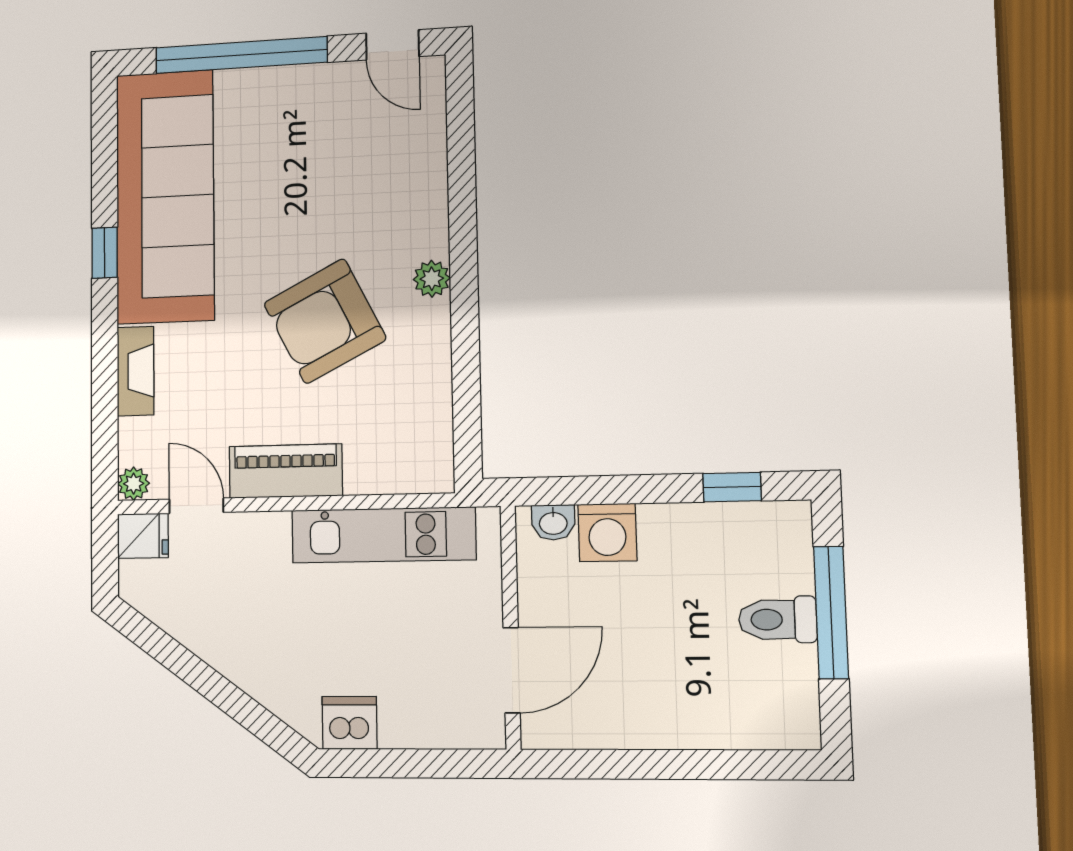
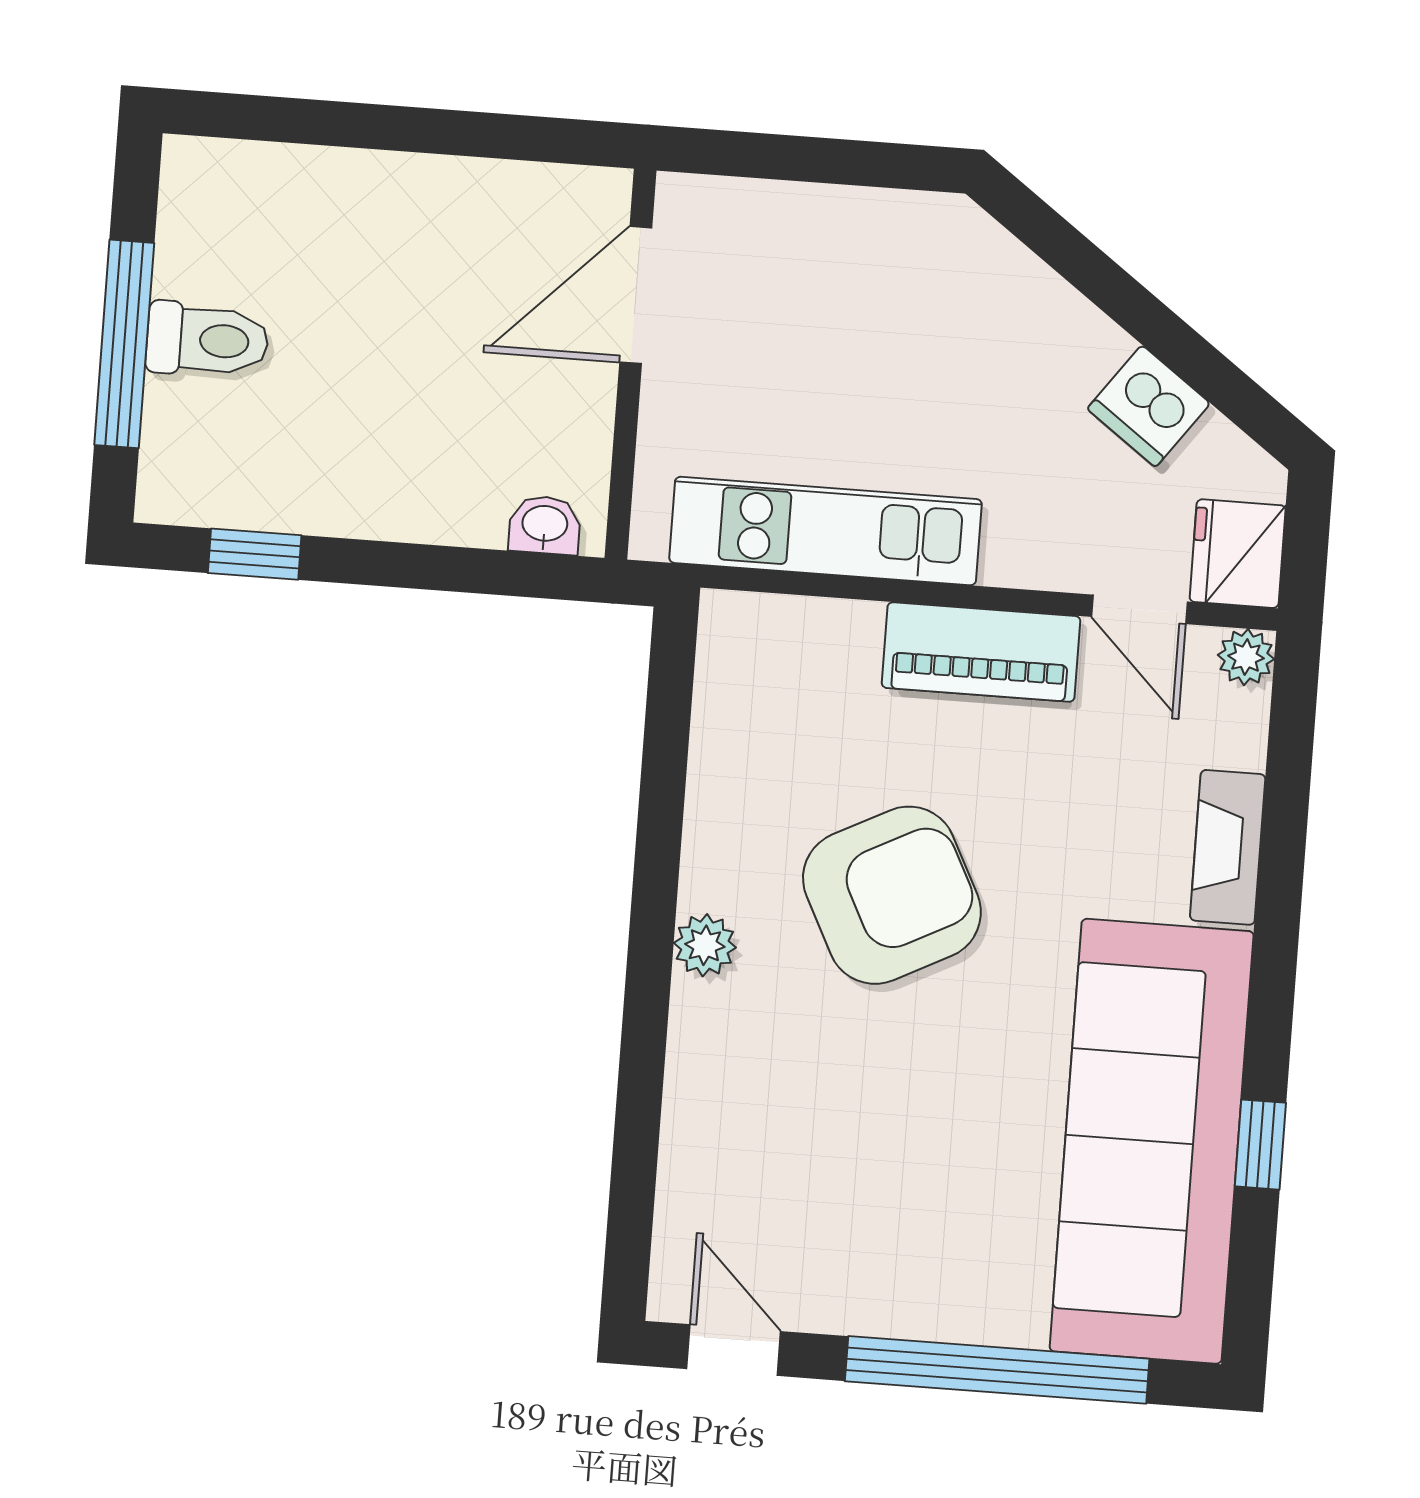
window: (105, 253) -> (1260, 1145), moved
washing machine: (607, 532) -> (459, 501), removed
fridge: (143, 536) -> (1238, 554), width x1.38
dishwasher: (349, 723) -> (1149, 406), moved, turned 36

